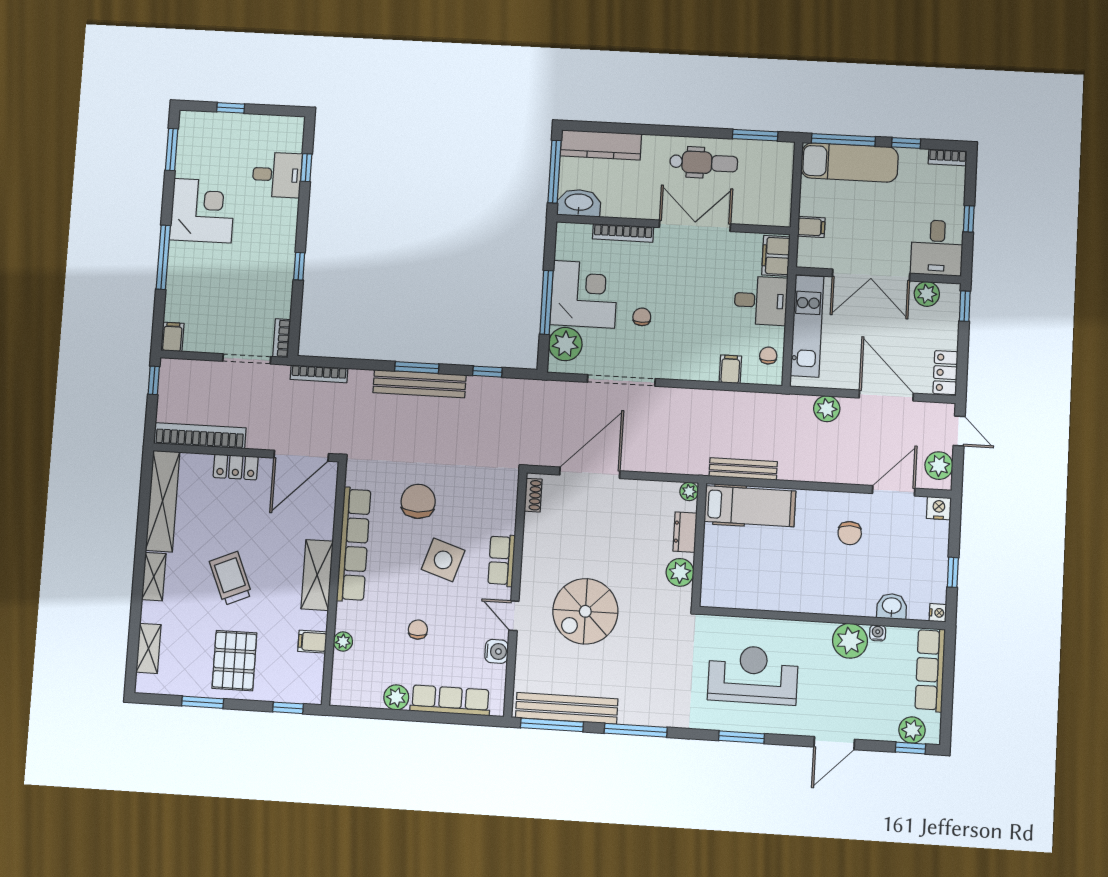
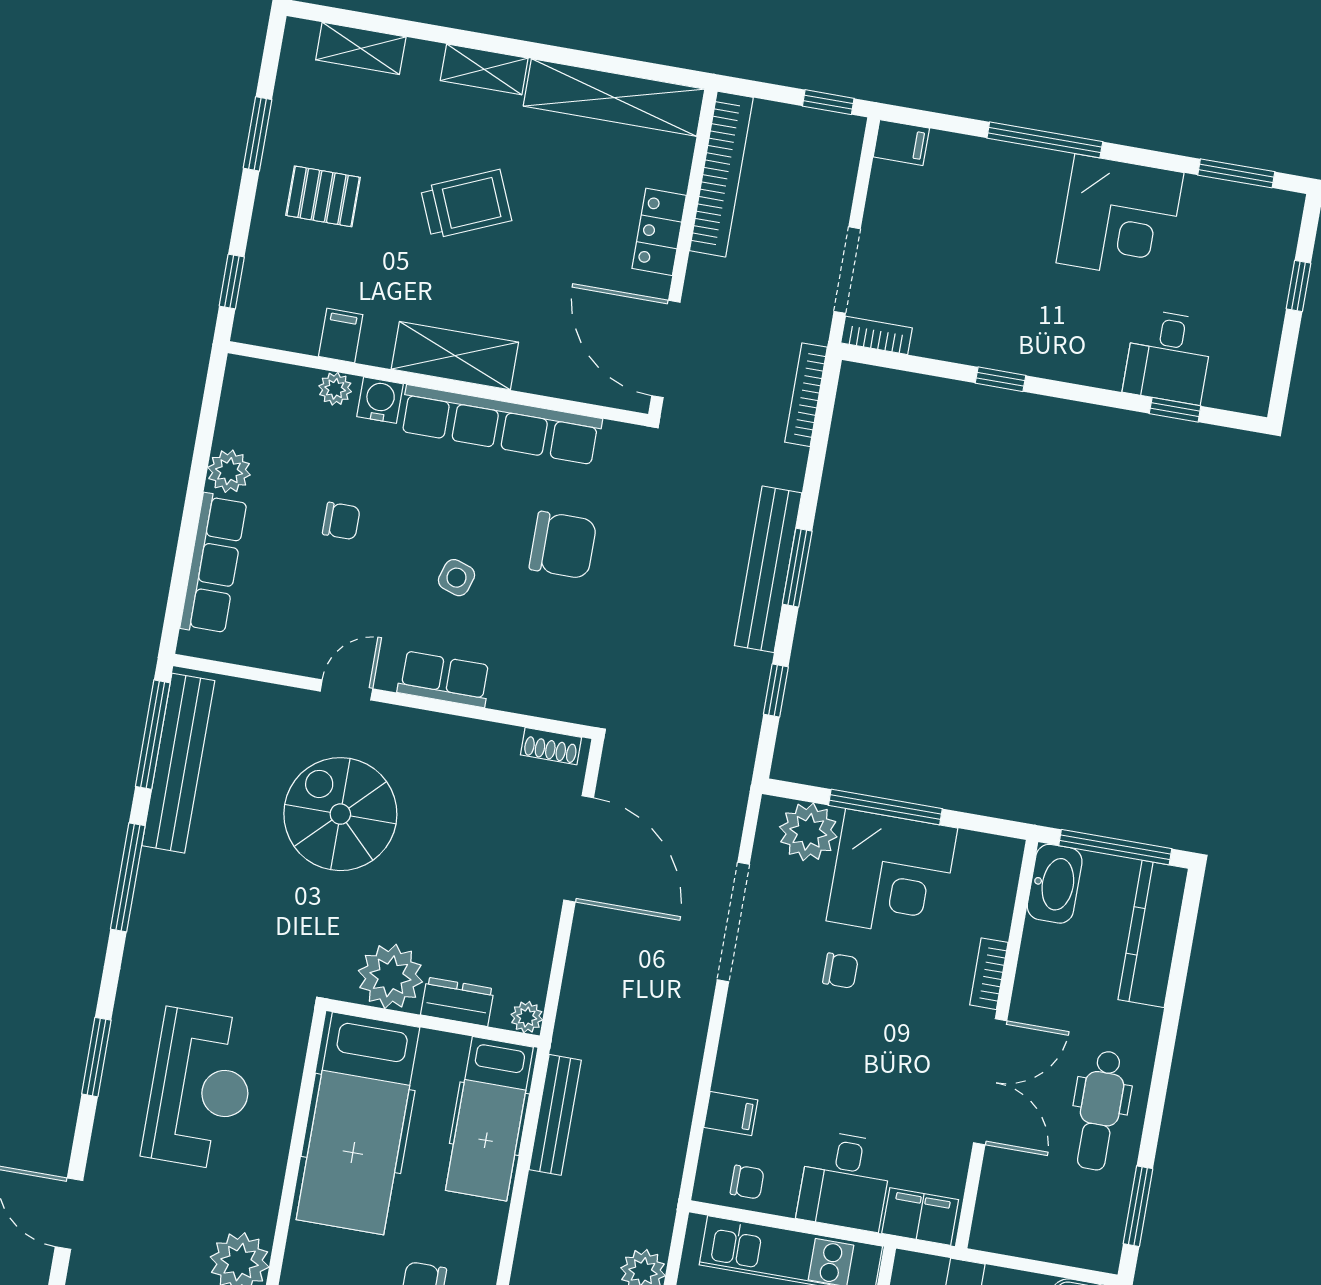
bookcase: (623, 233) -> (989, 974), width x0.64
side table: (443, 560) -> (457, 578), width x0.54, depth x0.54
plant: (680, 572) -> (390, 976), width x1.36, depth x1.36
hospital bed: (762, 581) -> (358, 1123), added
water cooler: (497, 651) -> (380, 400), moved, turned 180
pallet: (234, 661) -> (323, 196), width x0.67, depth x0.71

